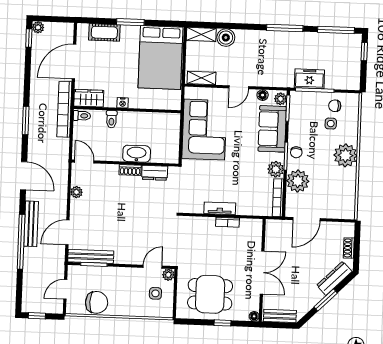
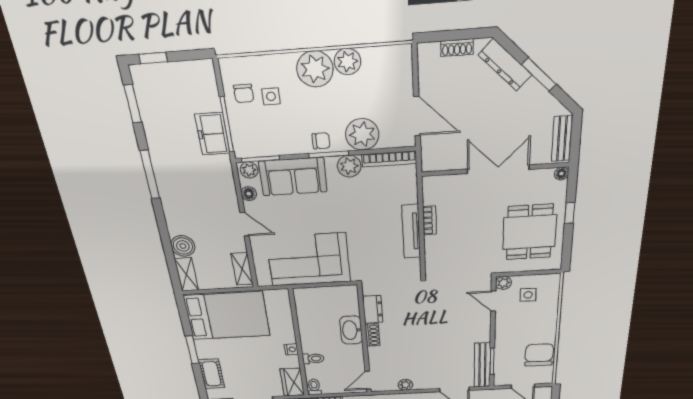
window: (336, 30) -> (133, 104), width x0.69
plant: (348, 177) -> (347, 61), added
tv unit: (220, 208) -> (411, 231), width x1.41

